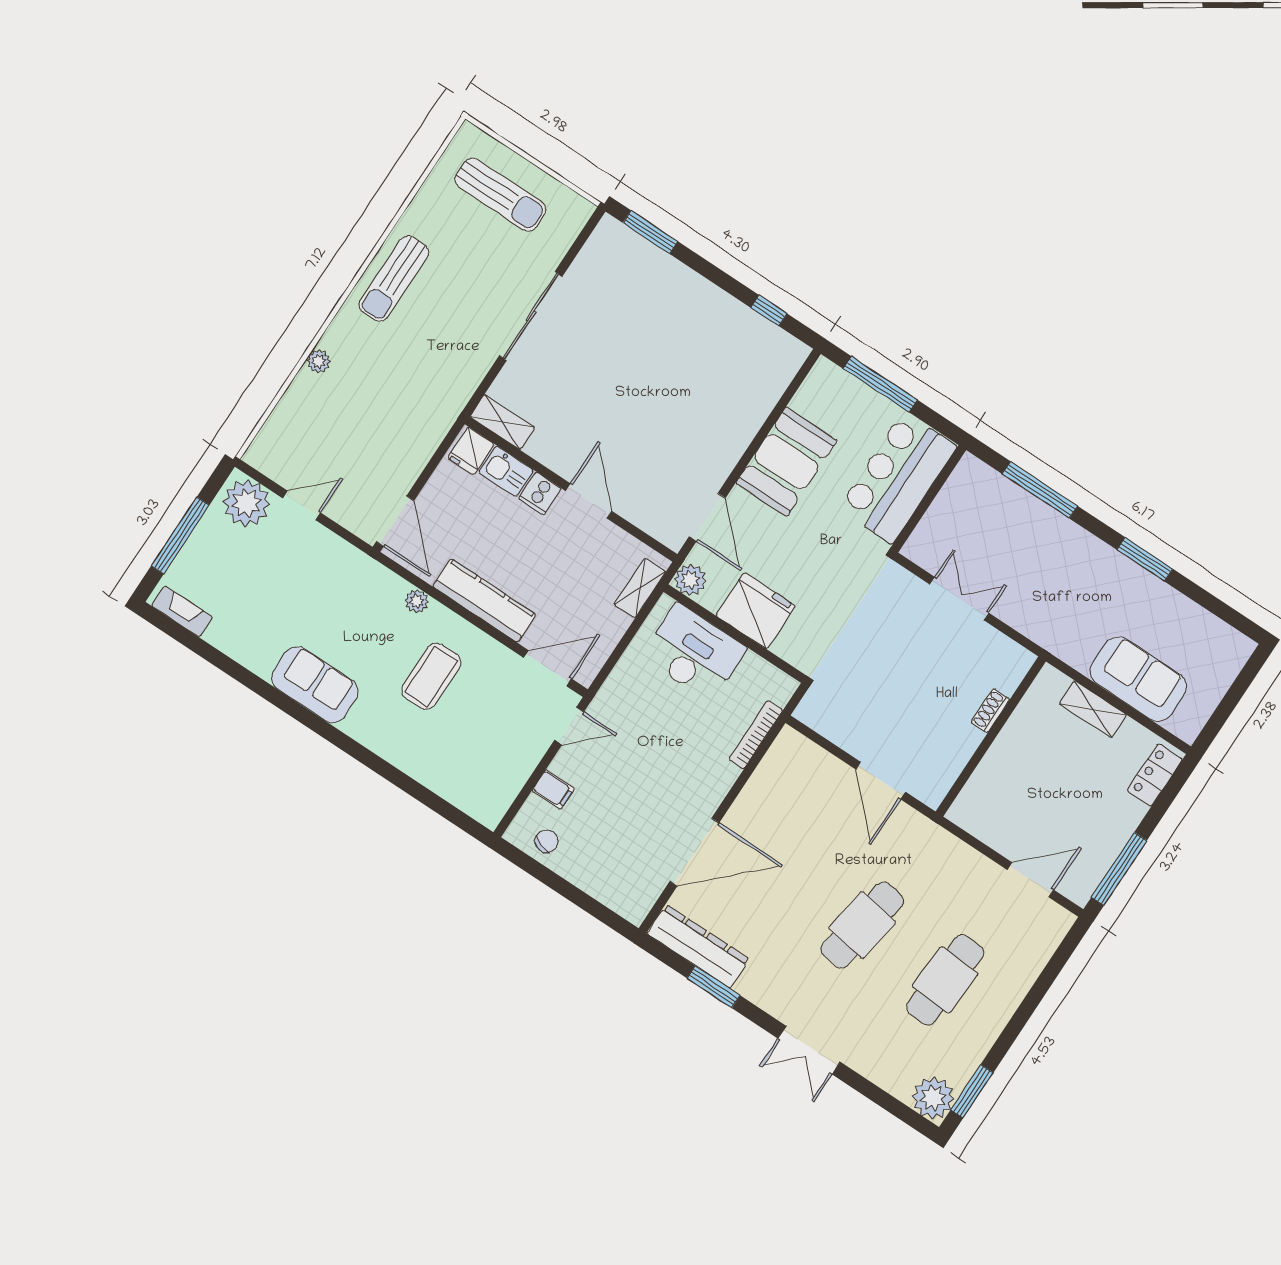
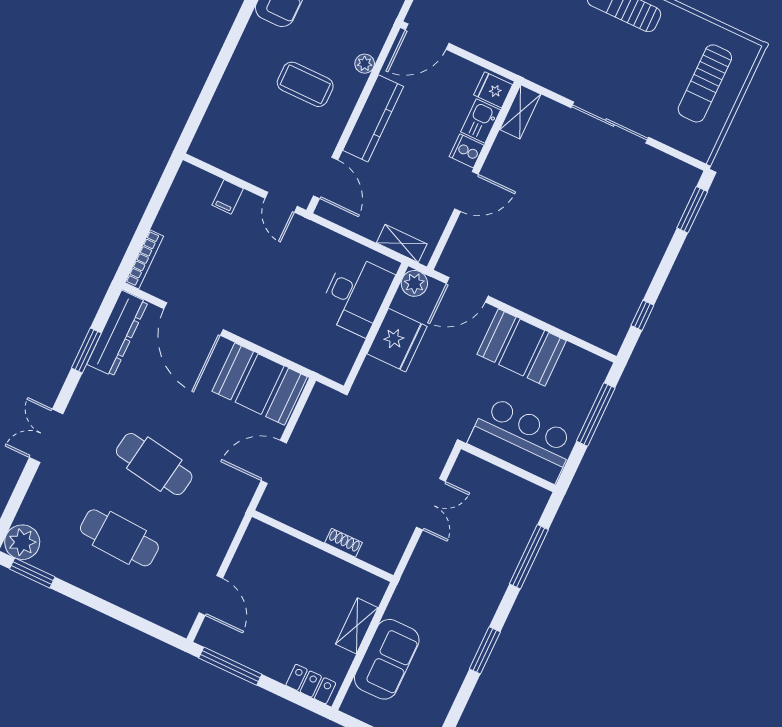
bookcase: (756, 735) -> (144, 259), moved, turned 90
booth: (784, 784) -> (260, 384), added
chair: (547, 841) -> (185, 198), removed

